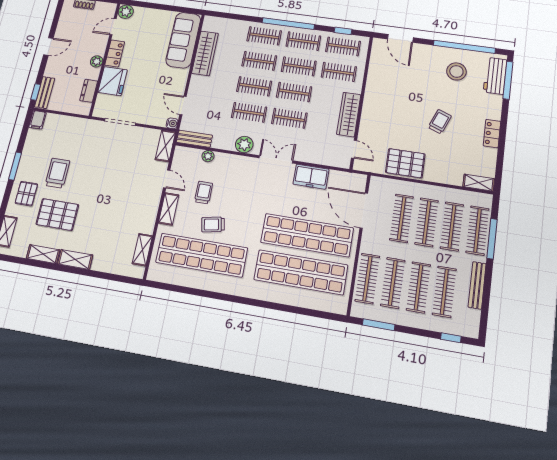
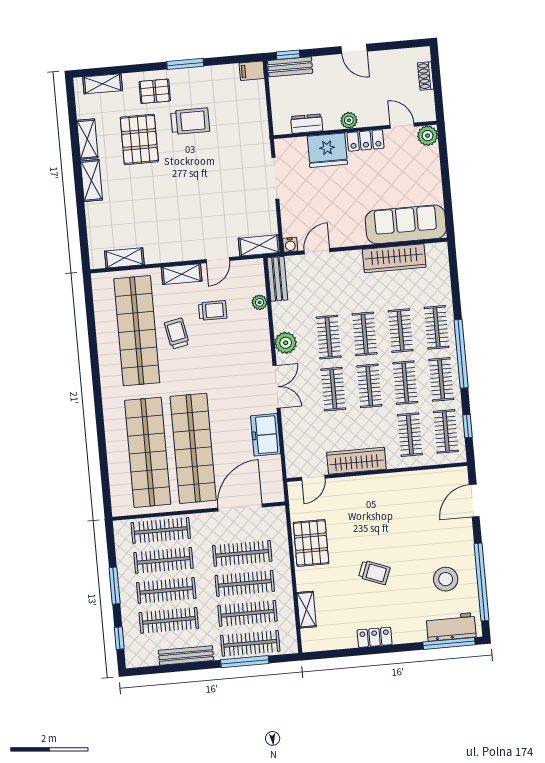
shelving: (479, 183) -> (307, 610), moved
window: (379, 325) -> (115, 586), moved

